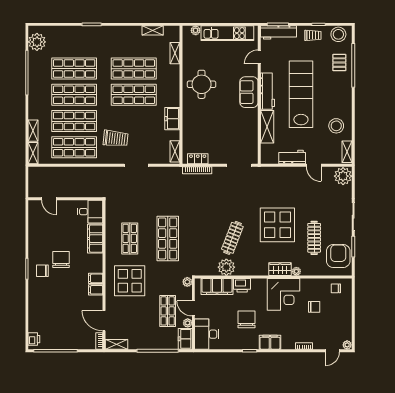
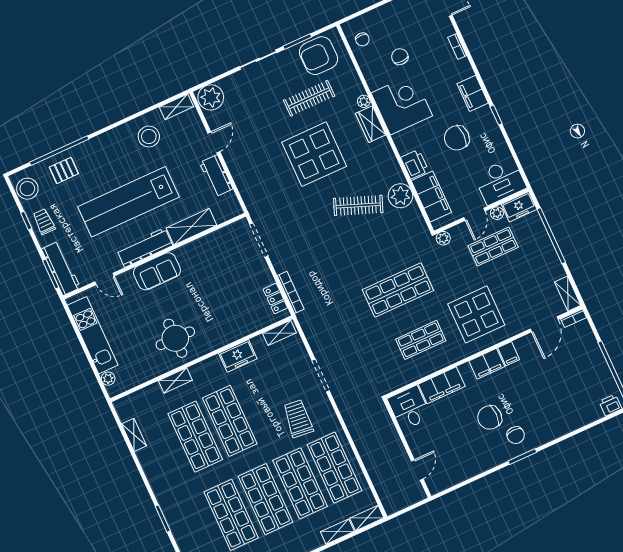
shelving: (175, 53) -> (175, 381), moved
filing cabinet: (96, 278) -> (487, 364), width x2.00

